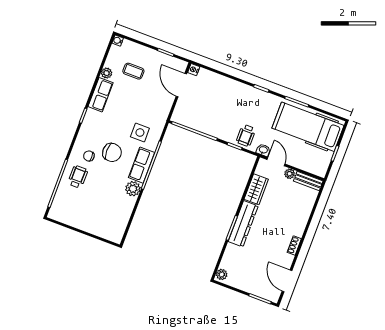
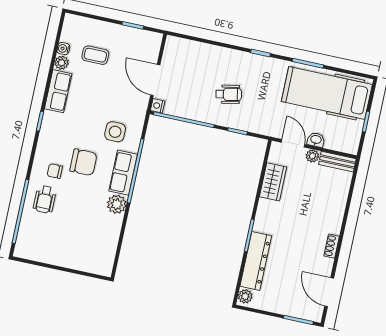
water cooler: (118, 41) -> (63, 49), moved
nightstand: (194, 70) -> (158, 106), moved
door: (181, 85) -> (155, 80), moved
wheelchair: (246, 135) -> (229, 94), moved, turned -101
washbasin: (263, 150) -> (316, 140), moved
wheelchair: (78, 177) -> (45, 199), turned 180
dresser: (243, 224) -> (256, 261), moved

